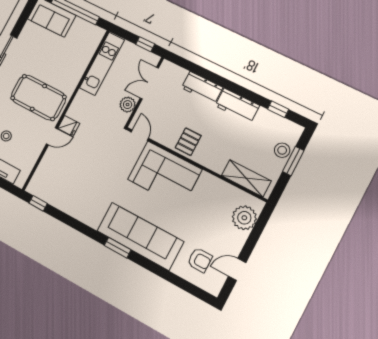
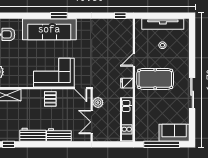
window: (145, 44) -> (107, 144), removed
double door: (149, 83) -> (92, 122), swing flipped
fridge: (69, 126) -> (127, 83), moved

